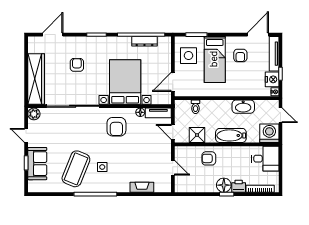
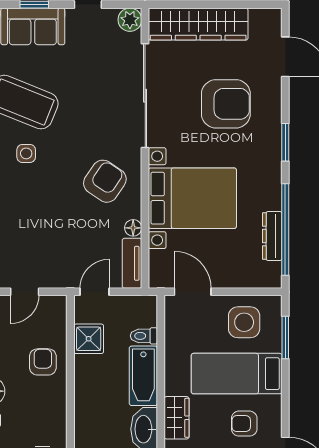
armchair: (77, 65) -> (226, 104), width x1.88, depth x1.88
wardrobe: (237, 90) -> (177, 418), added
armchair: (116, 127) -> (105, 181), turned 124
bathtub: (231, 135) -> (143, 376), moved, turned 180

